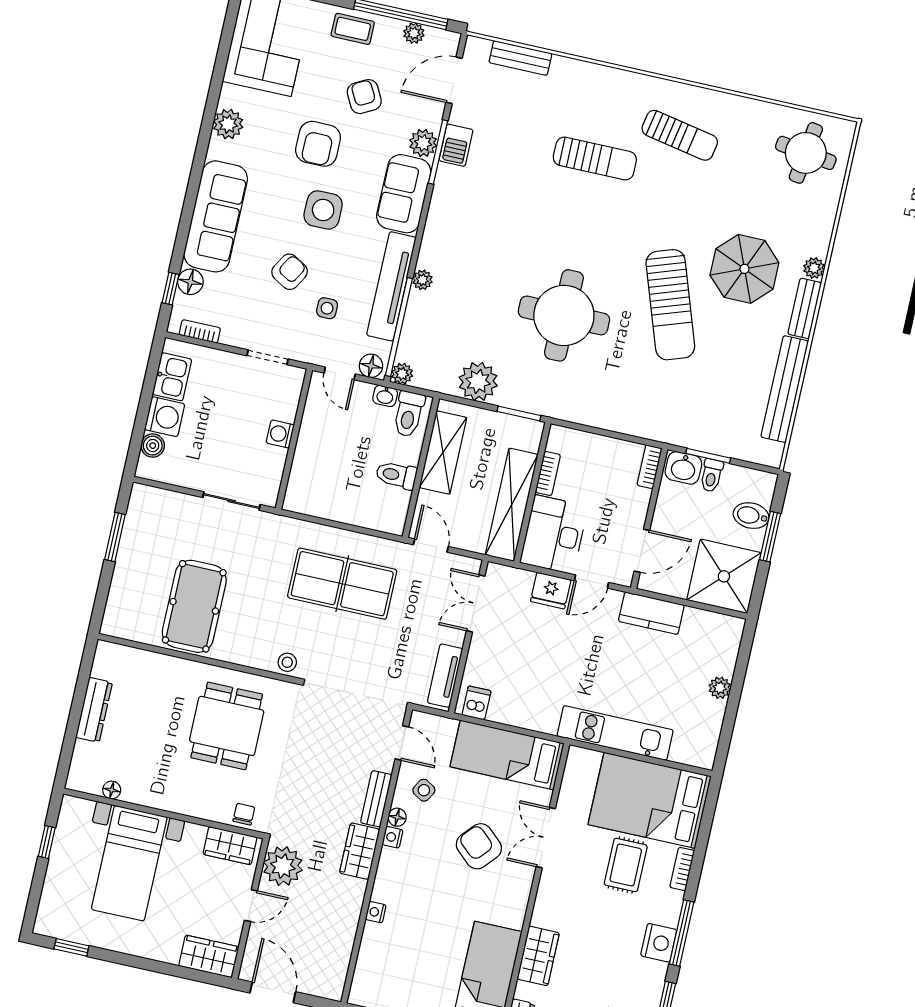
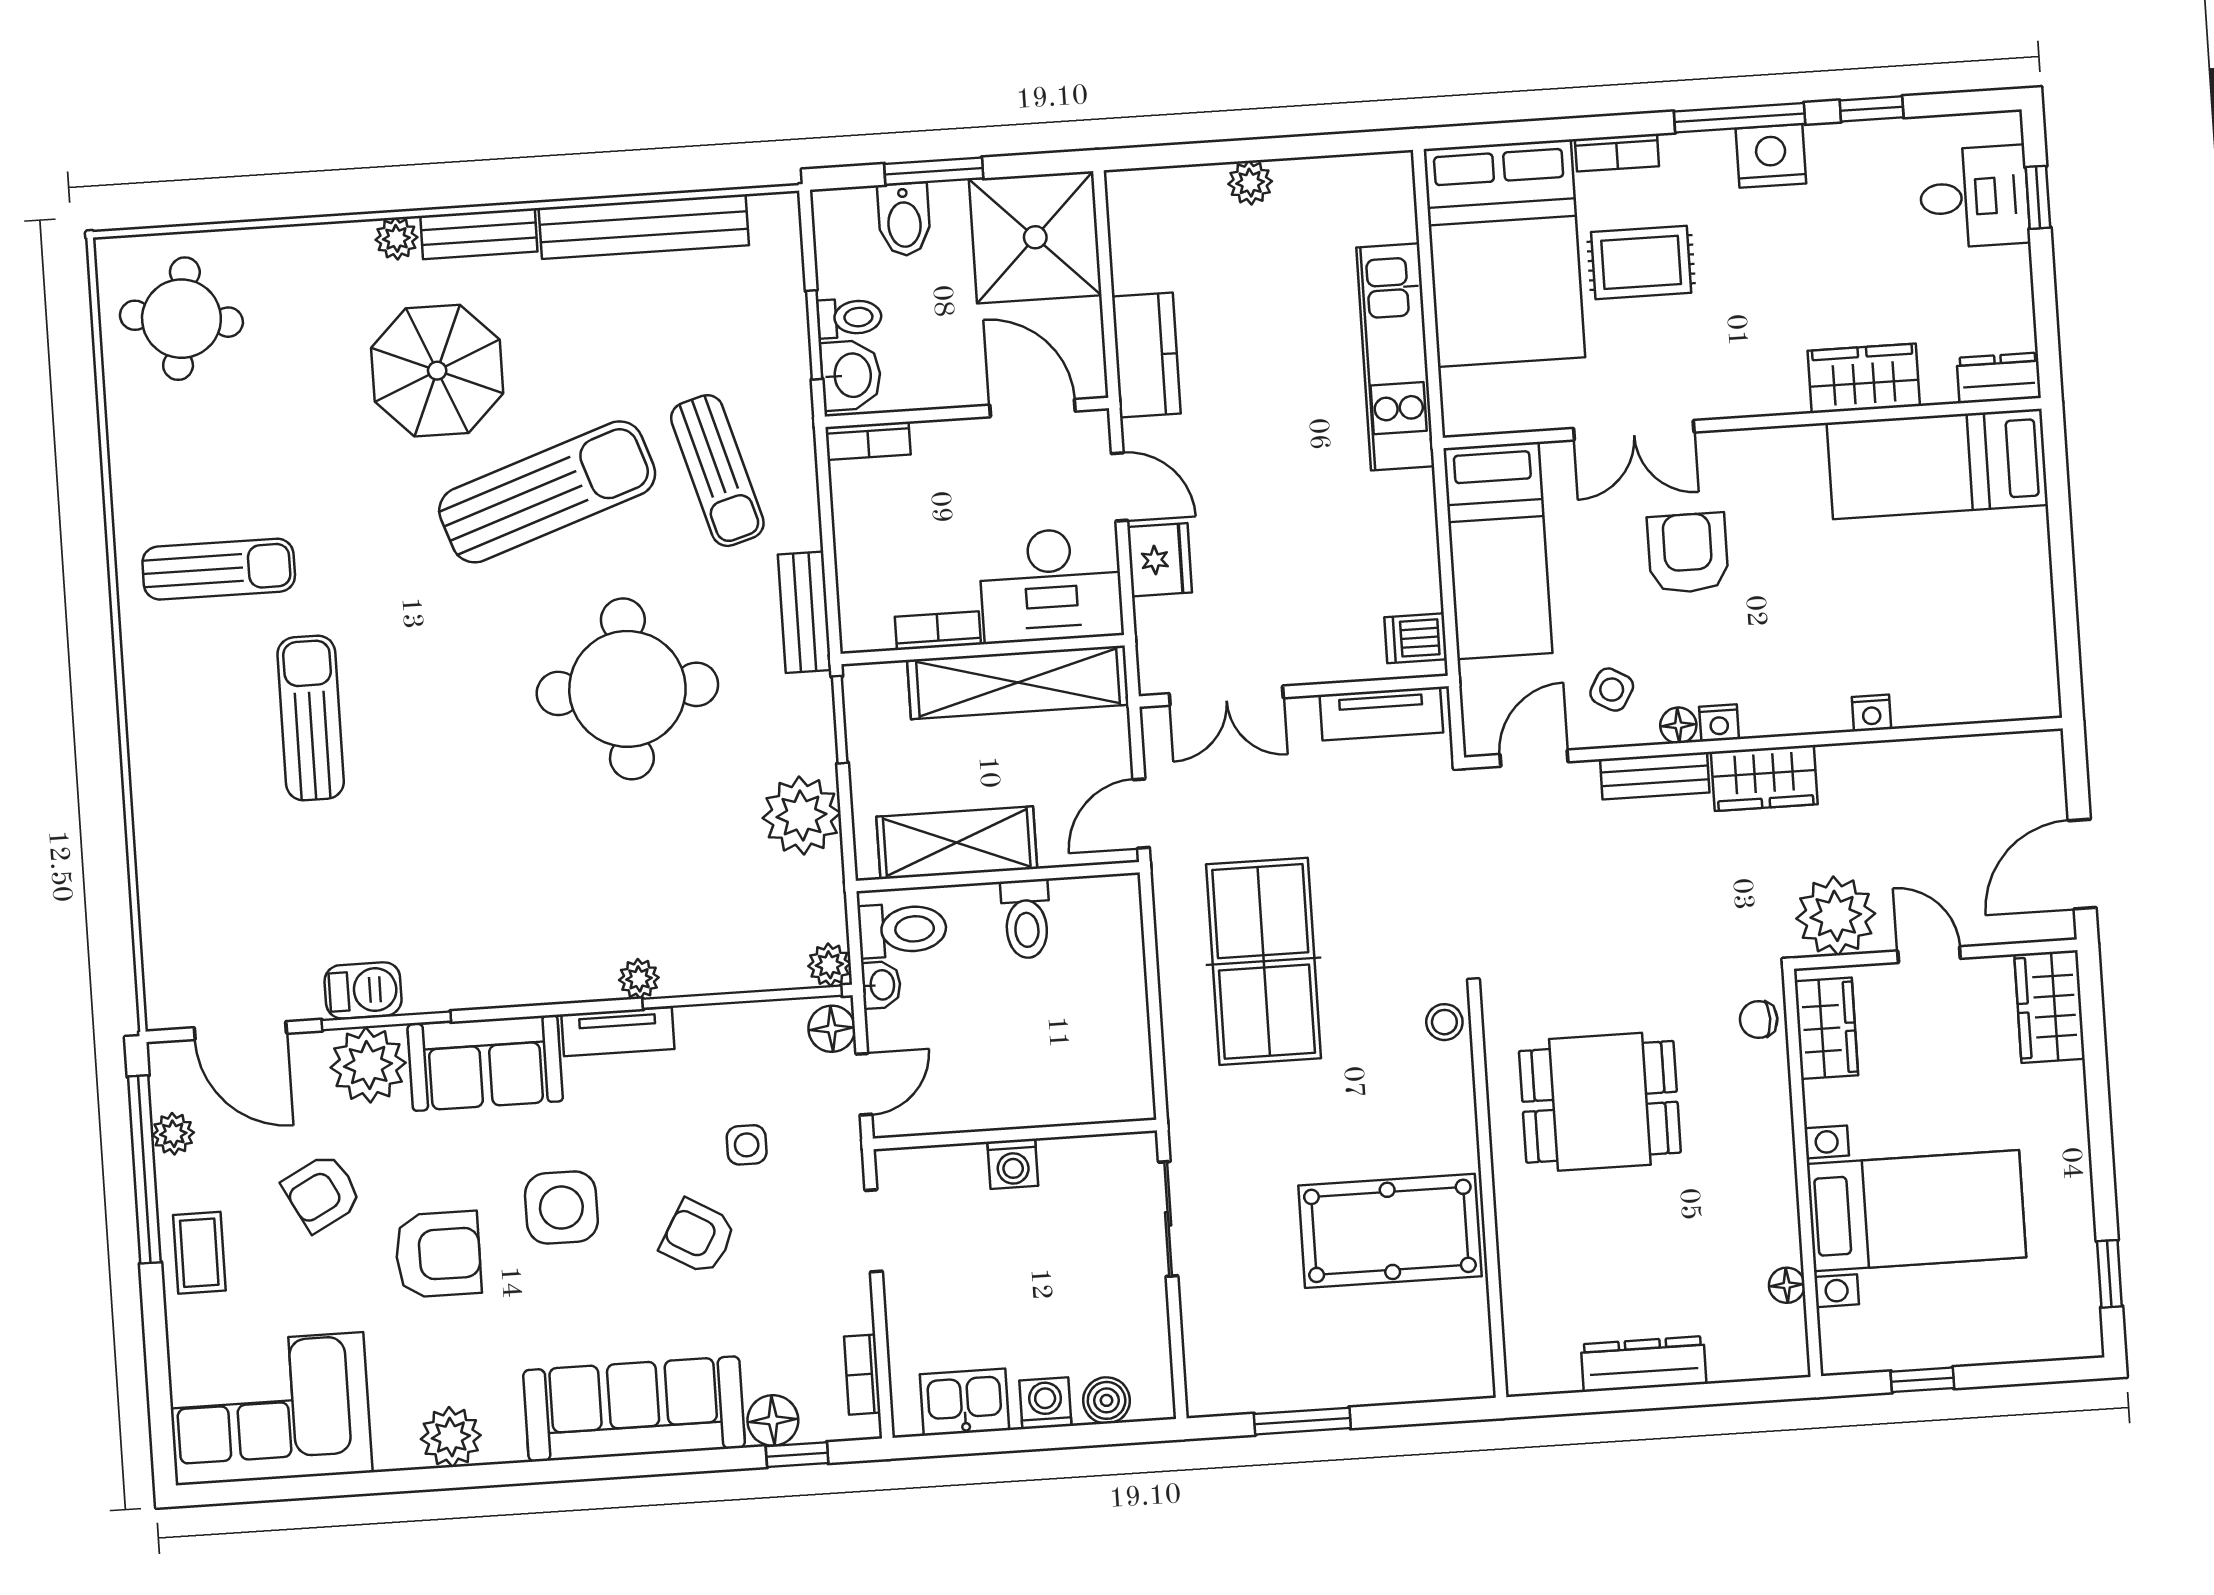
bench: (520, 58) -> (805, 612), moved
sun lounger: (680, 135) -> (219, 569), turned 79
plant: (423, 143) -> (368, 1065), width x1.36, depth x1.36
tv unit: (391, 286) -> (618, 1032), width x0.52, depth x0.78
sun lounger: (656, 390) -> (717, 471), added
washing machine: (165, 417) -> (1045, 1403), width x0.73, depth x0.73
armchair: (479, 846) -> (1688, 553), turned 138

